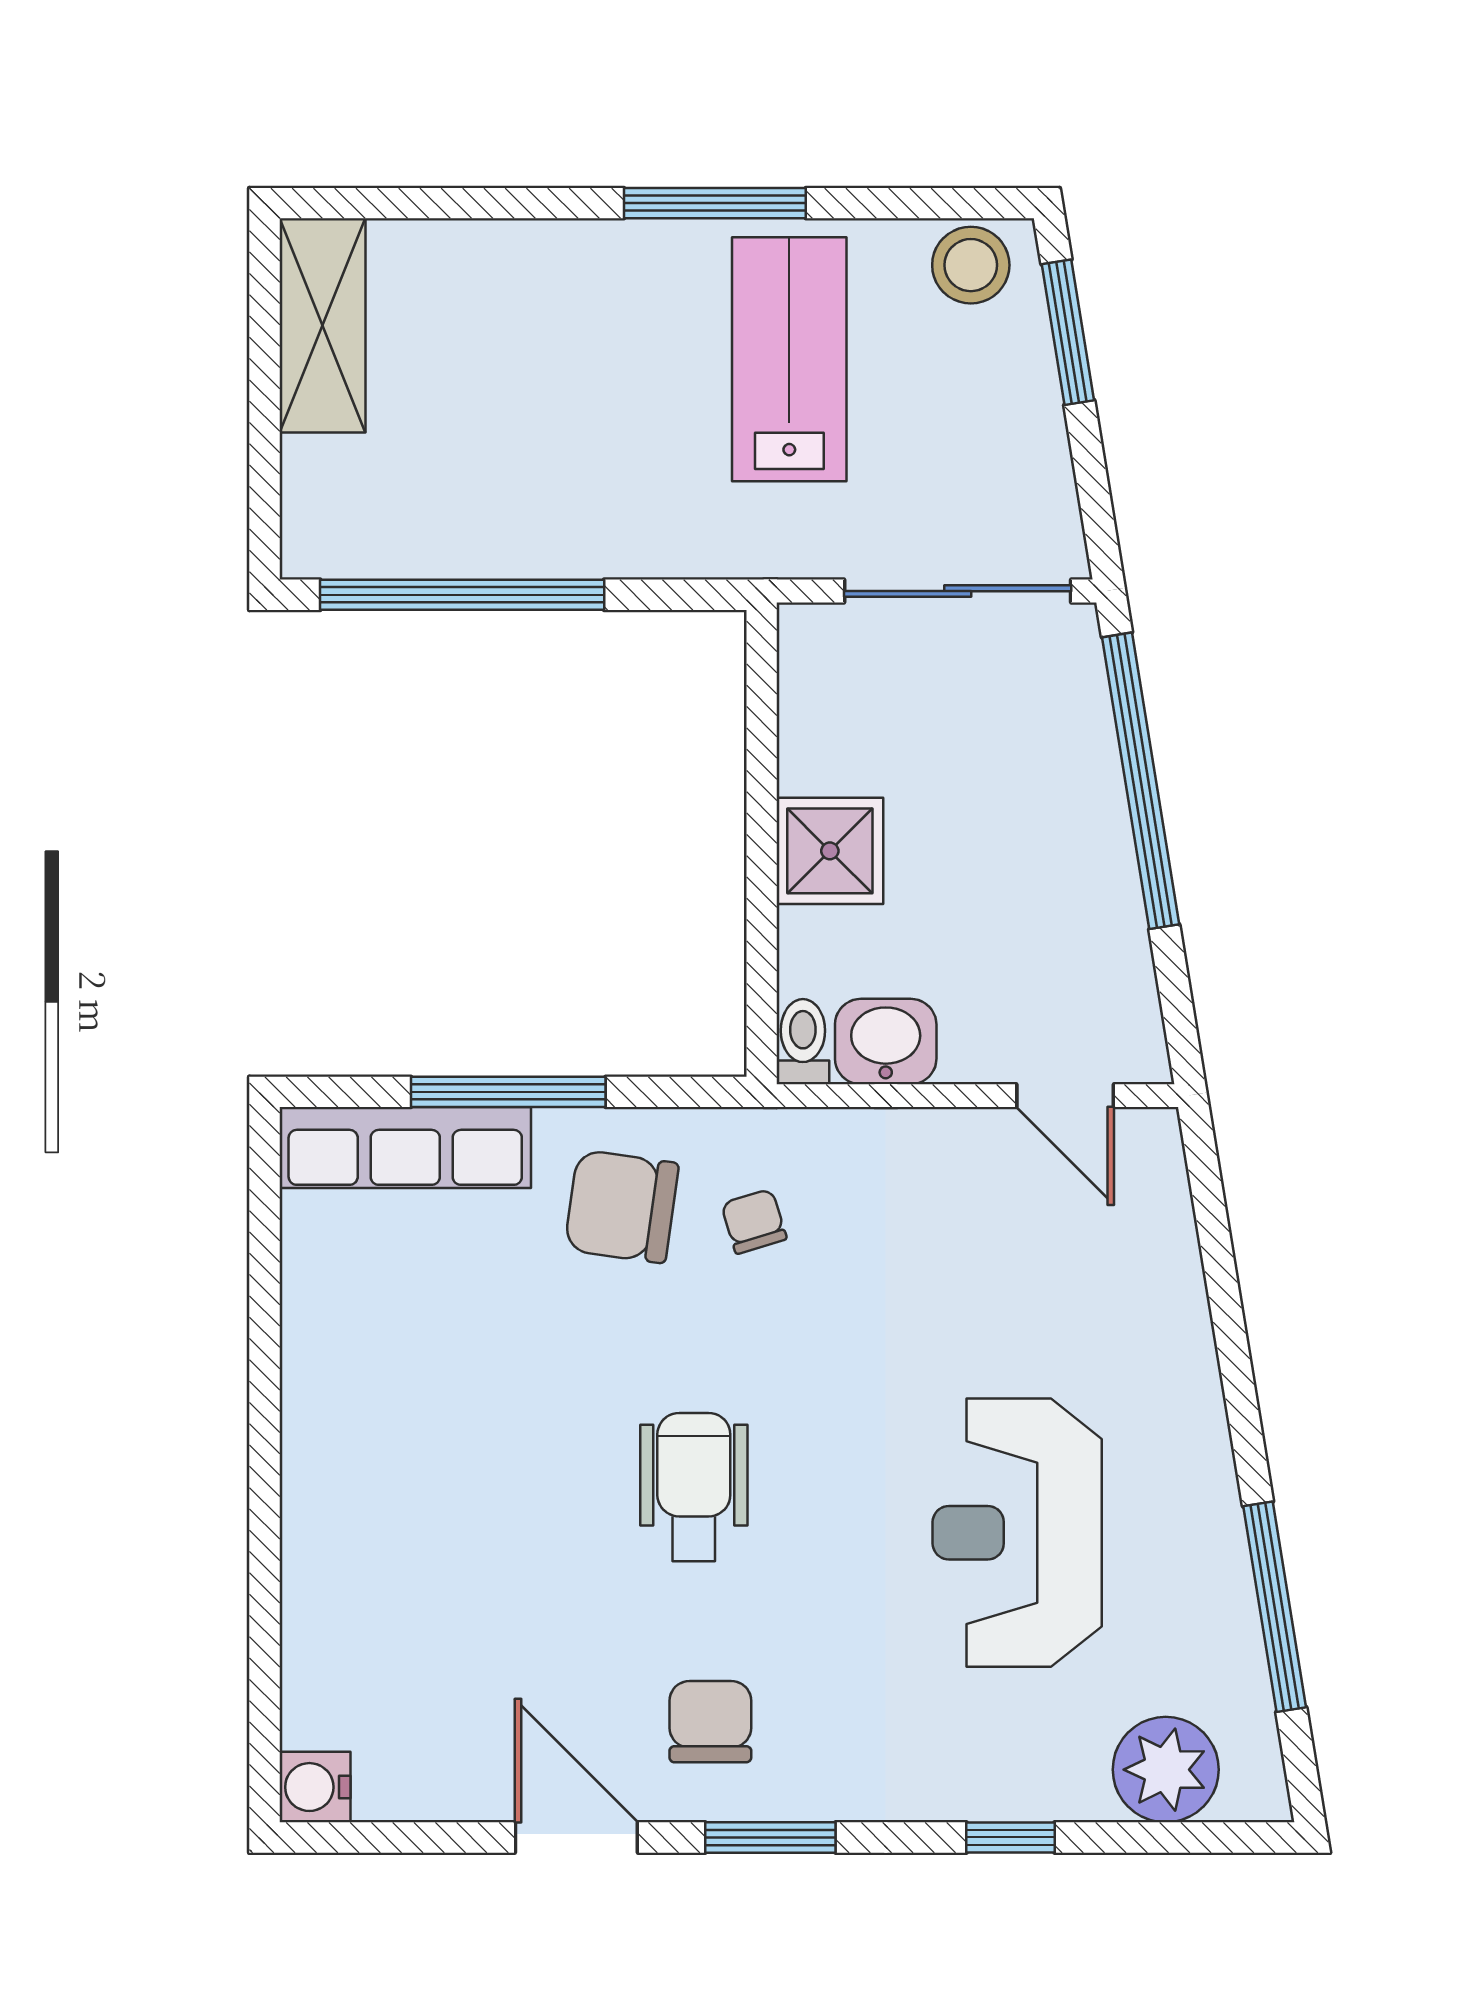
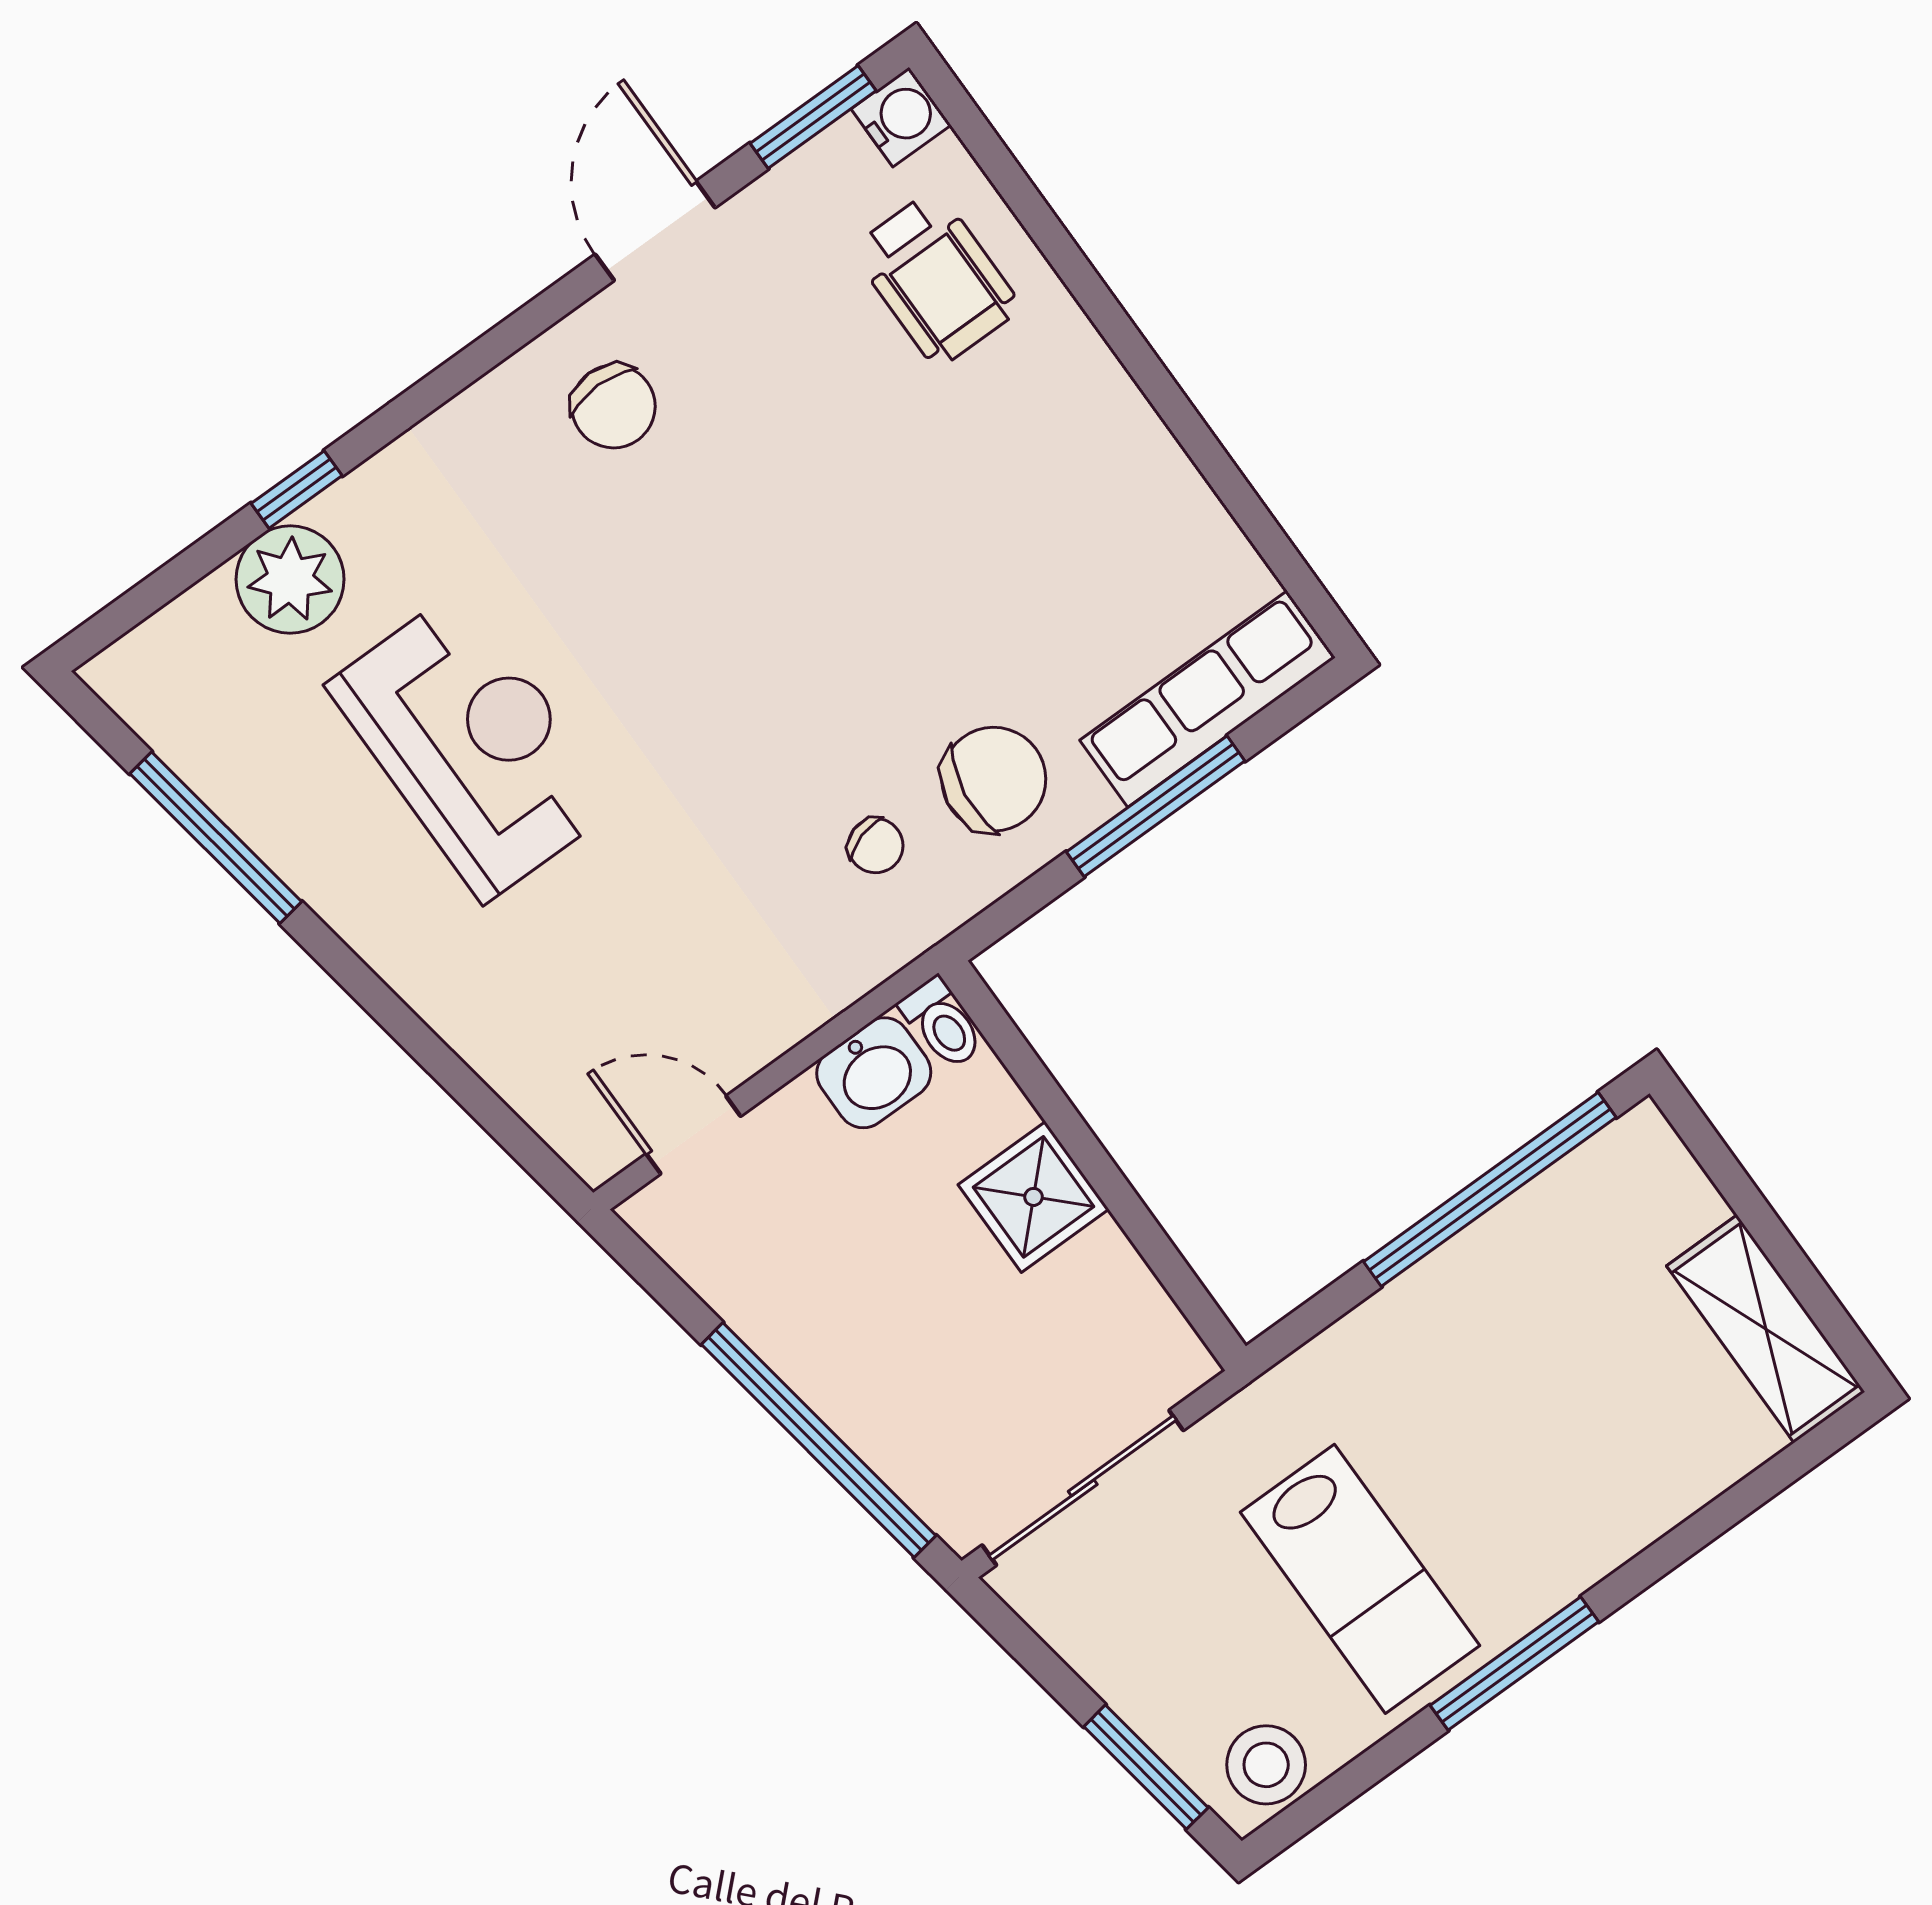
wheelchair: (694, 1487) -> (936, 279), moved
plant: (1166, 1770) -> (290, 580), moved
door: (576, 1837) -> (655, 231), swing flipped
window: (770, 1837) -> (813, 117), moved

